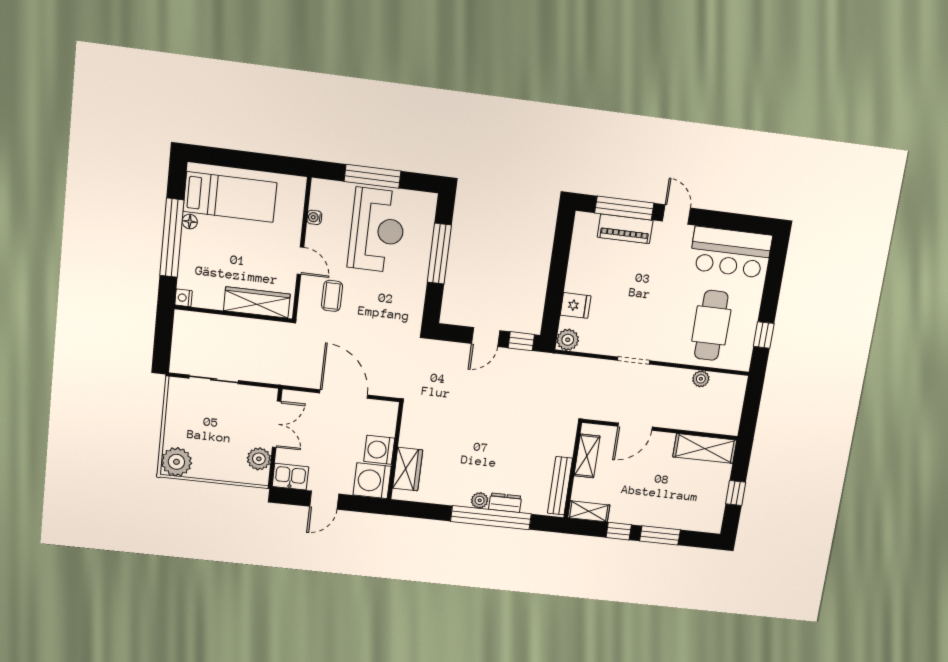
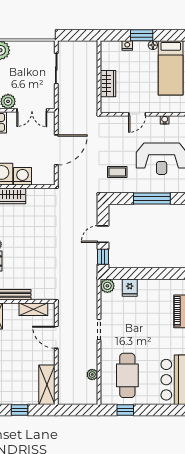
window: (172, 238) -> (142, 35), width x0.47
coffee table: (332, 296) -> (117, 172), moved
nightstand: (183, 298) -> (127, 46), moved
wardrobe: (257, 302) -> (108, 84), width x0.67
cafe table: (711, 325) -> (127, 375), turned 90
door: (486, 337) -> (103, 234), hinge flipped

